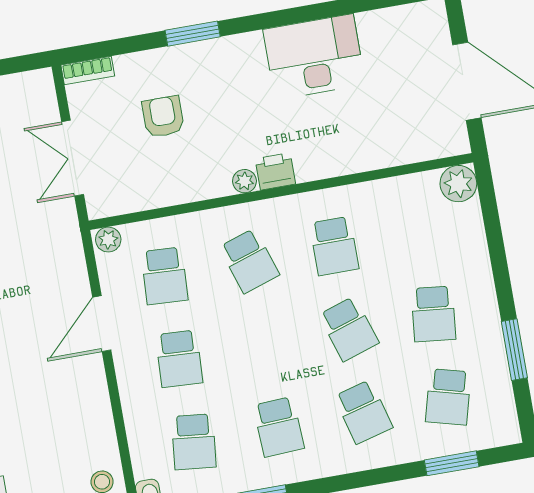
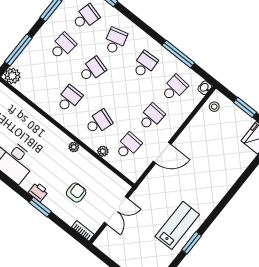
armchair: (163, 117) -> (76, 193), turned 180
printer: (275, 171) -> (38, 192), moved, turned 180
window: (494, 233) -> (18, 50), added
plant: (108, 240) -> (103, 151), moved
school desk: (249, 261) -> (99, 122), turned 36
school desk: (349, 329) -> (92, 70), turned 33

